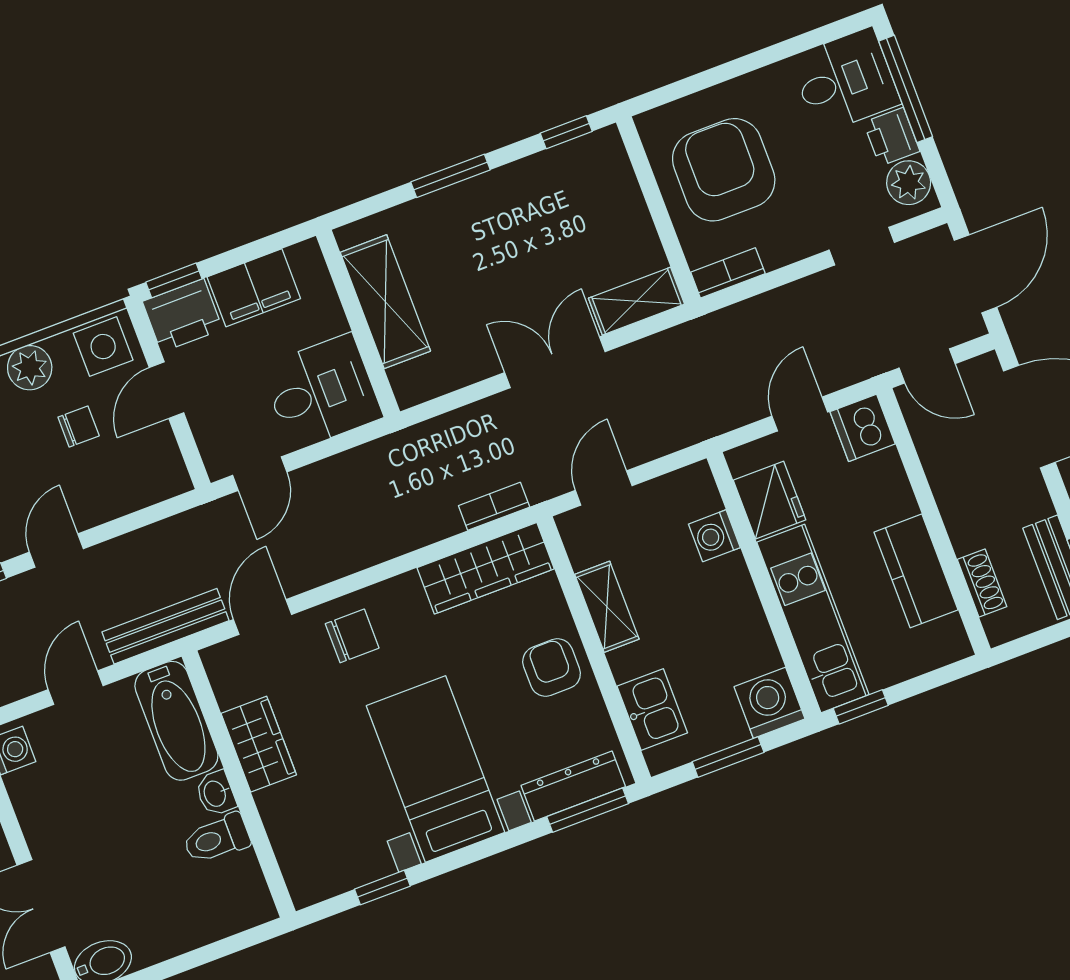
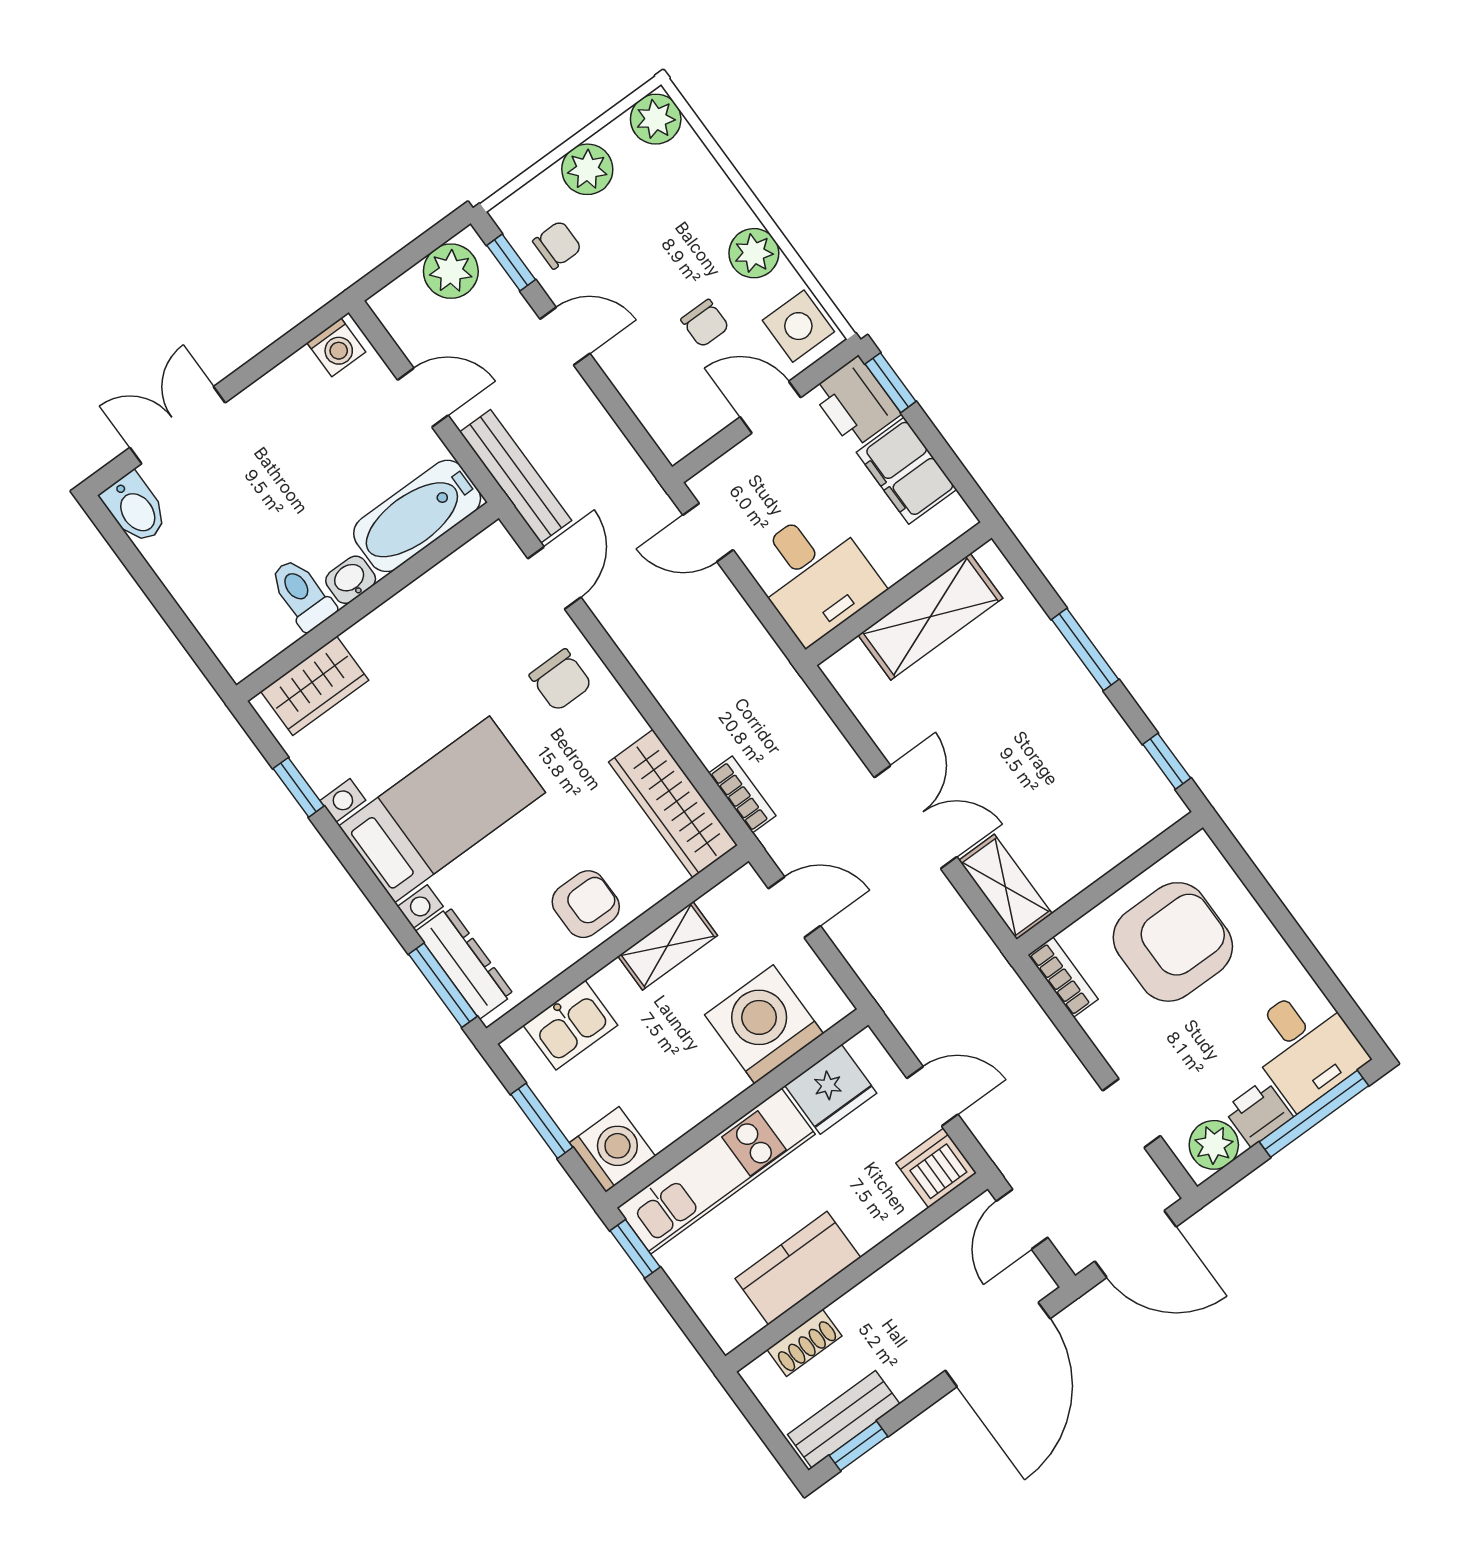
washing machine: (714, 536) -> (764, 1024), width x1.89, depth x1.89
door: (262, 617) -> (554, 578), hinge flipped
wardrobe: (259, 744) -> (315, 686), moved

